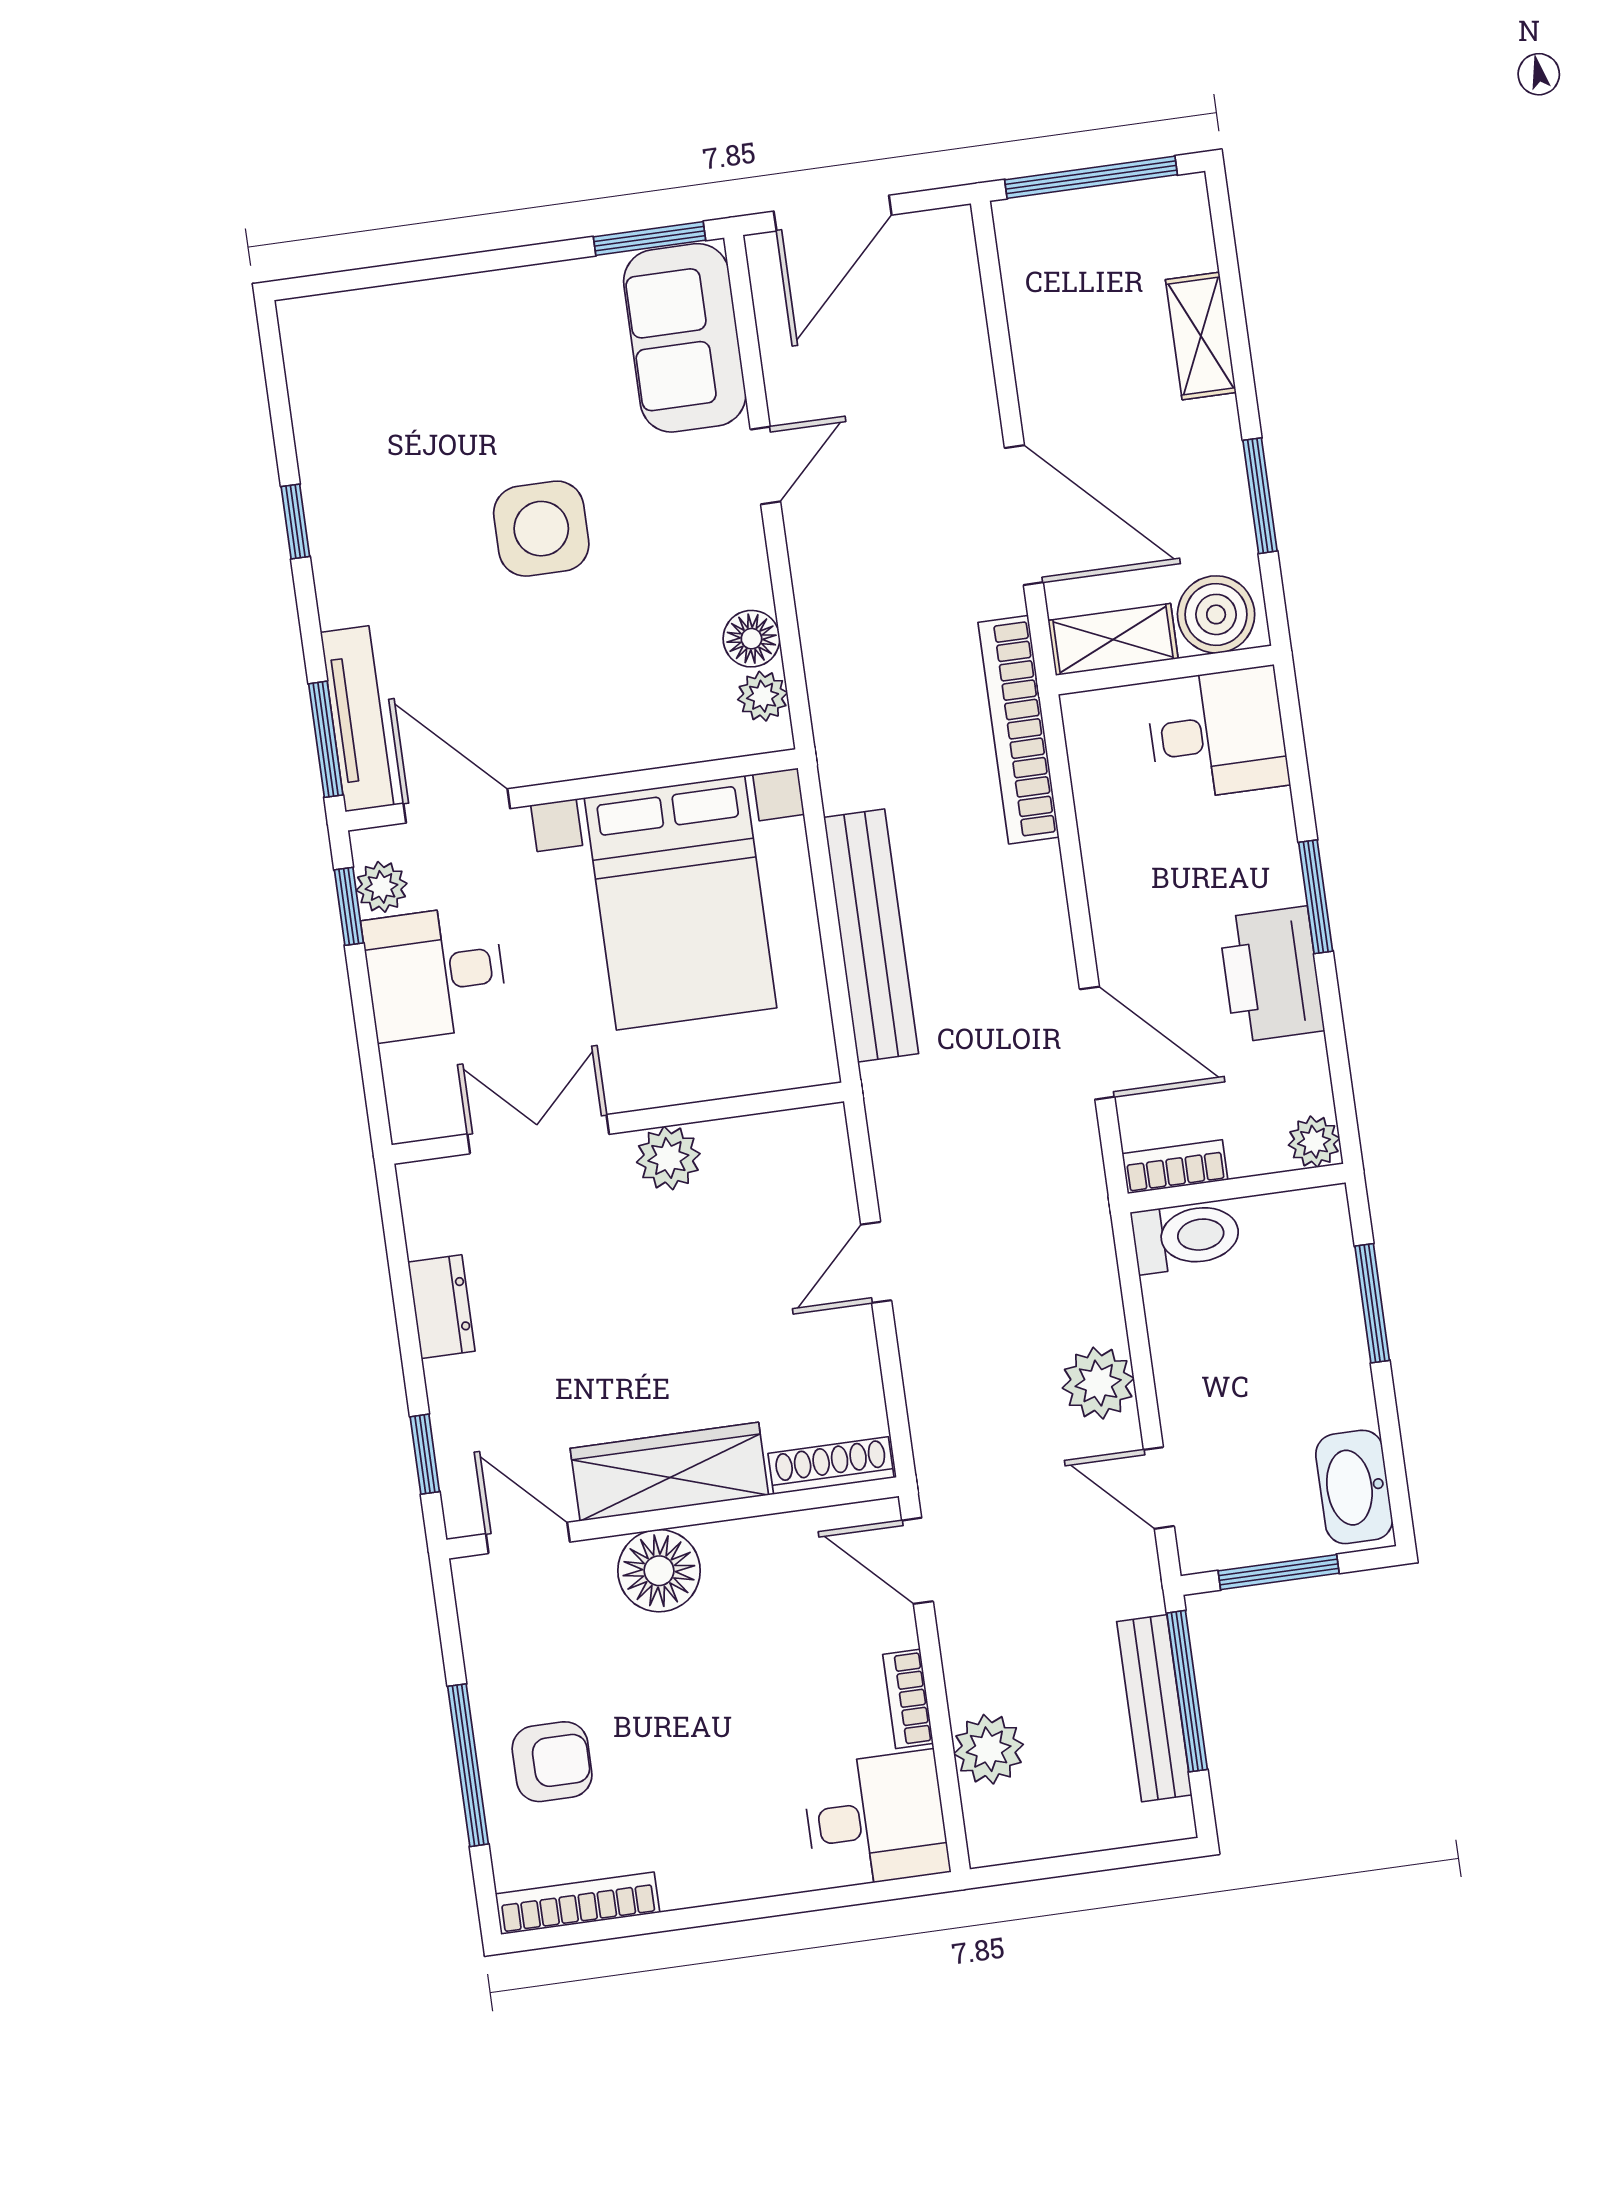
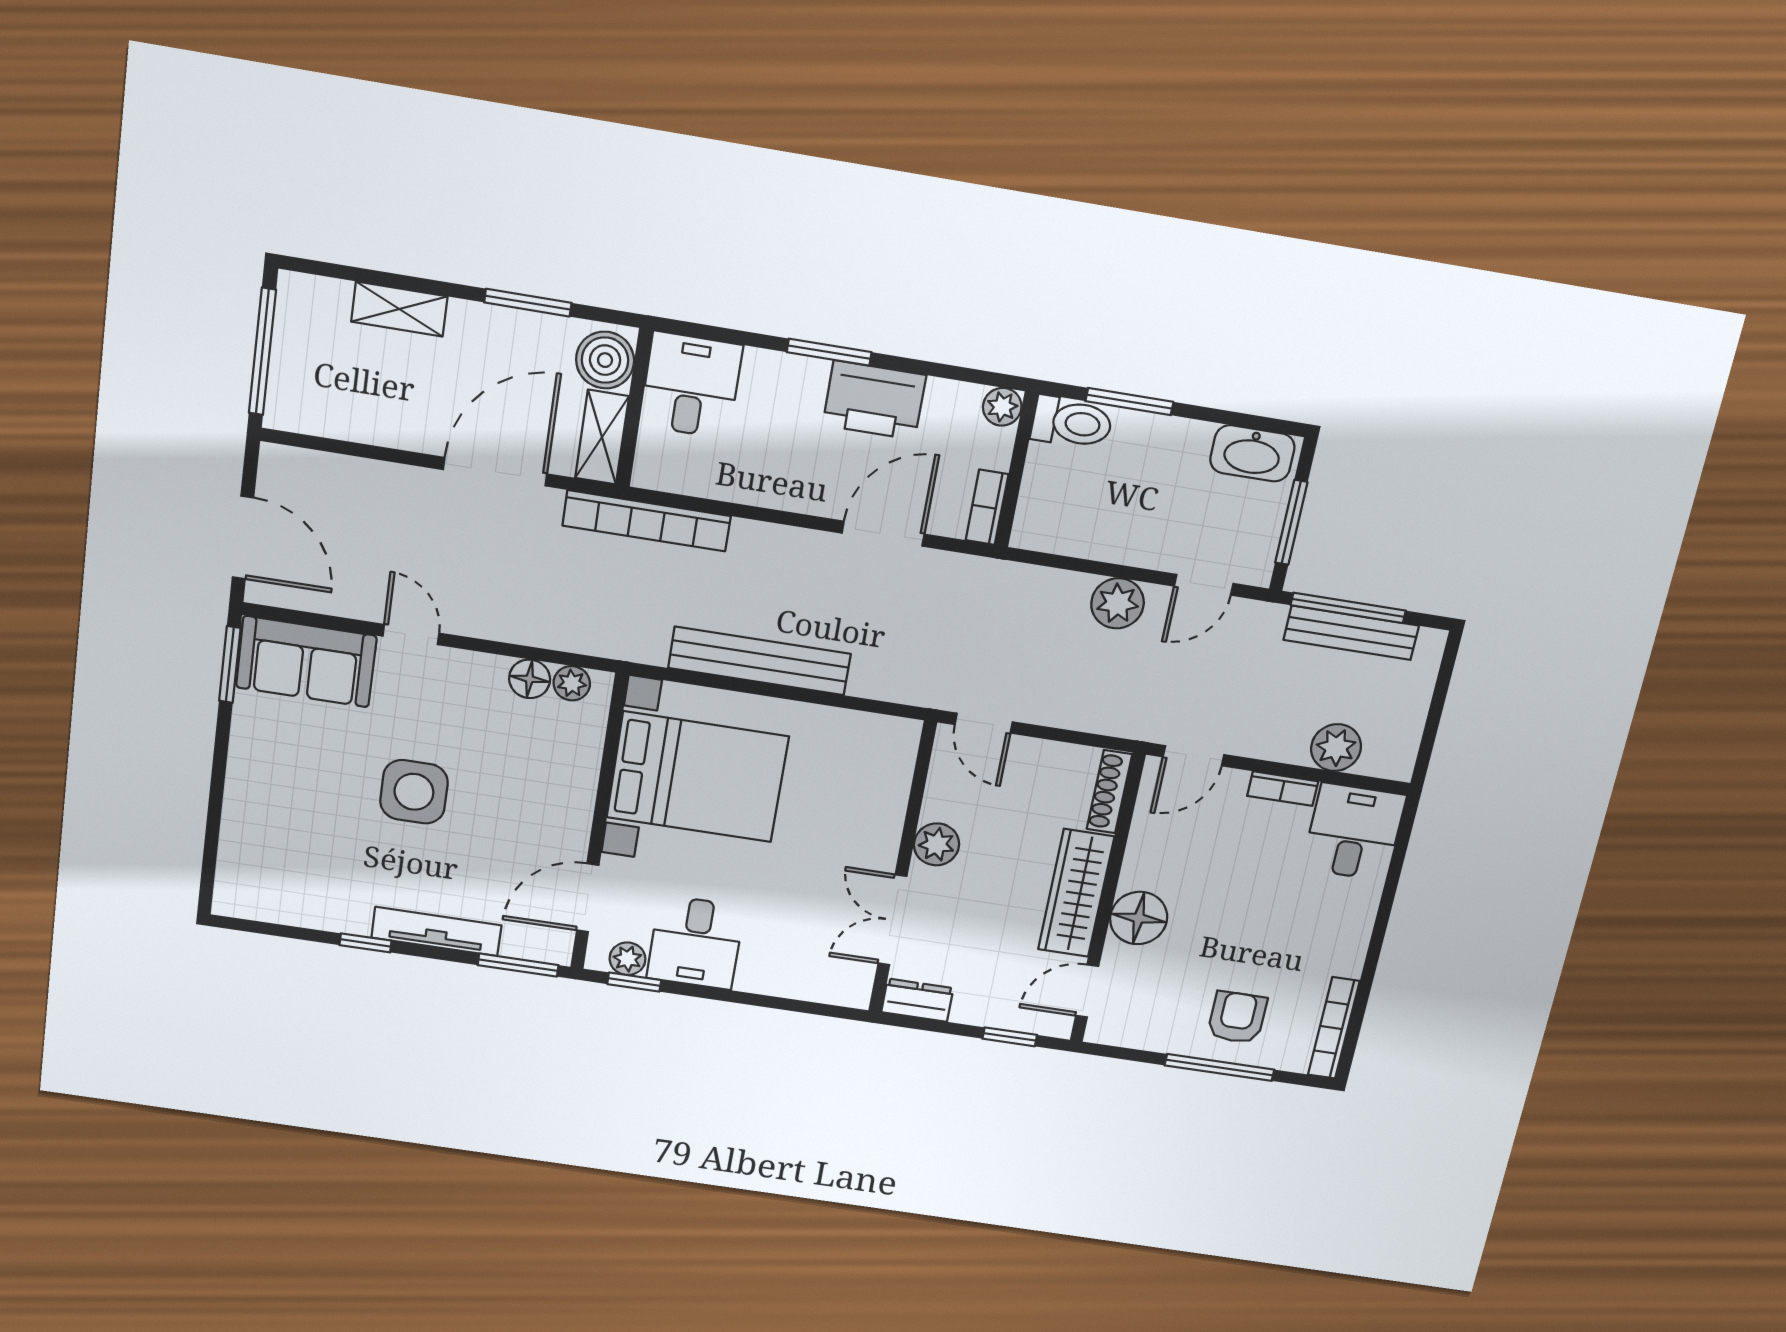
tv unit: (357, 719) -> (436, 931), moved
wall: (618, 1123) -> (902, 869), moved
double door: (538, 1134) -> (892, 920), moved
plant: (668, 1158) -> (937, 844), moved
toilet: (1186, 1237) -> (1072, 422), moved, turned 90

